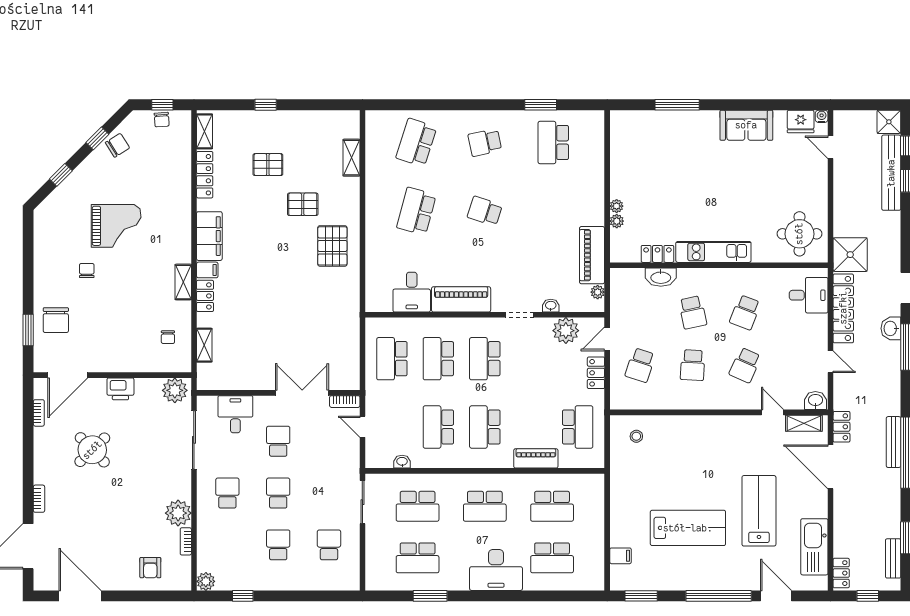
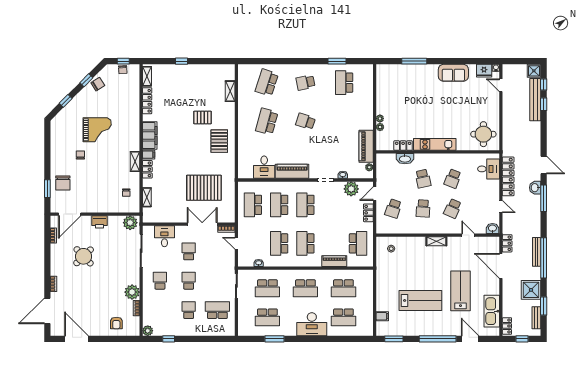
pallet: (268, 165) -> (204, 188), moved, width x2.05, depth x2.00
shower: (850, 255) -> (531, 290), moved
shelving: (804, 423) -> (436, 241), moved
school desk: (329, 545) -> (217, 310), width x1.85

